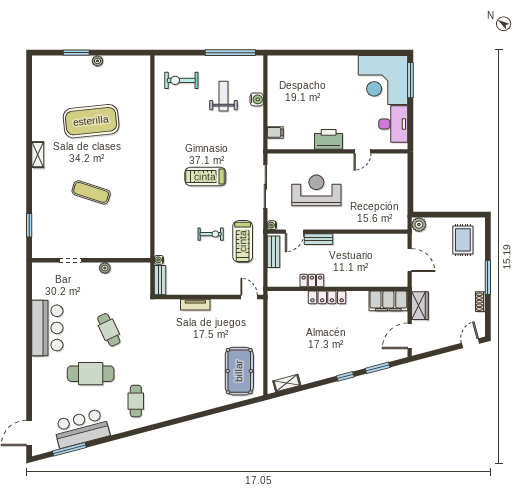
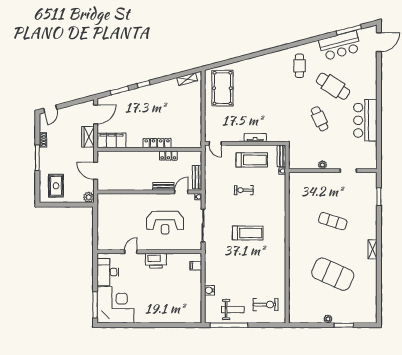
weight bench: (223, 96) -> (233, 310), moved, turned -90
exercise mat: (91, 121) -> (333, 274), turned 30
treadmill: (243, 241) -> (252, 160), moved, turned 90
cafe table: (91, 374) -> (333, 86), turned 33

